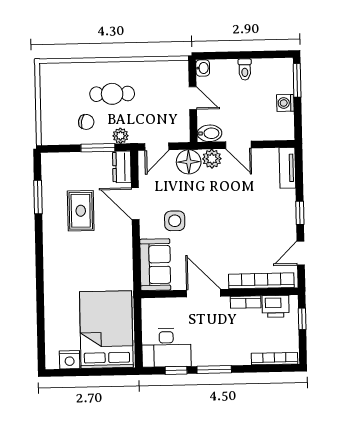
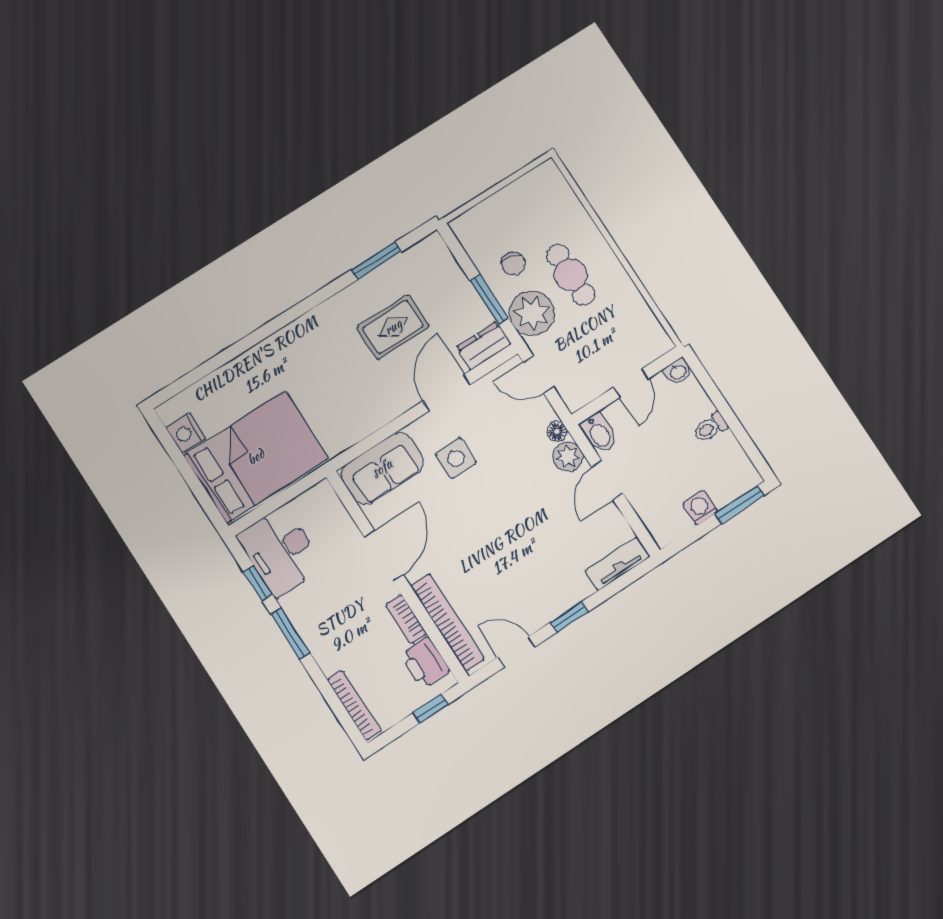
plant: (121, 136) -> (532, 313), width x1.87, depth x1.87
floor lamp: (189, 162) -> (557, 431), width x0.53, depth x0.53

